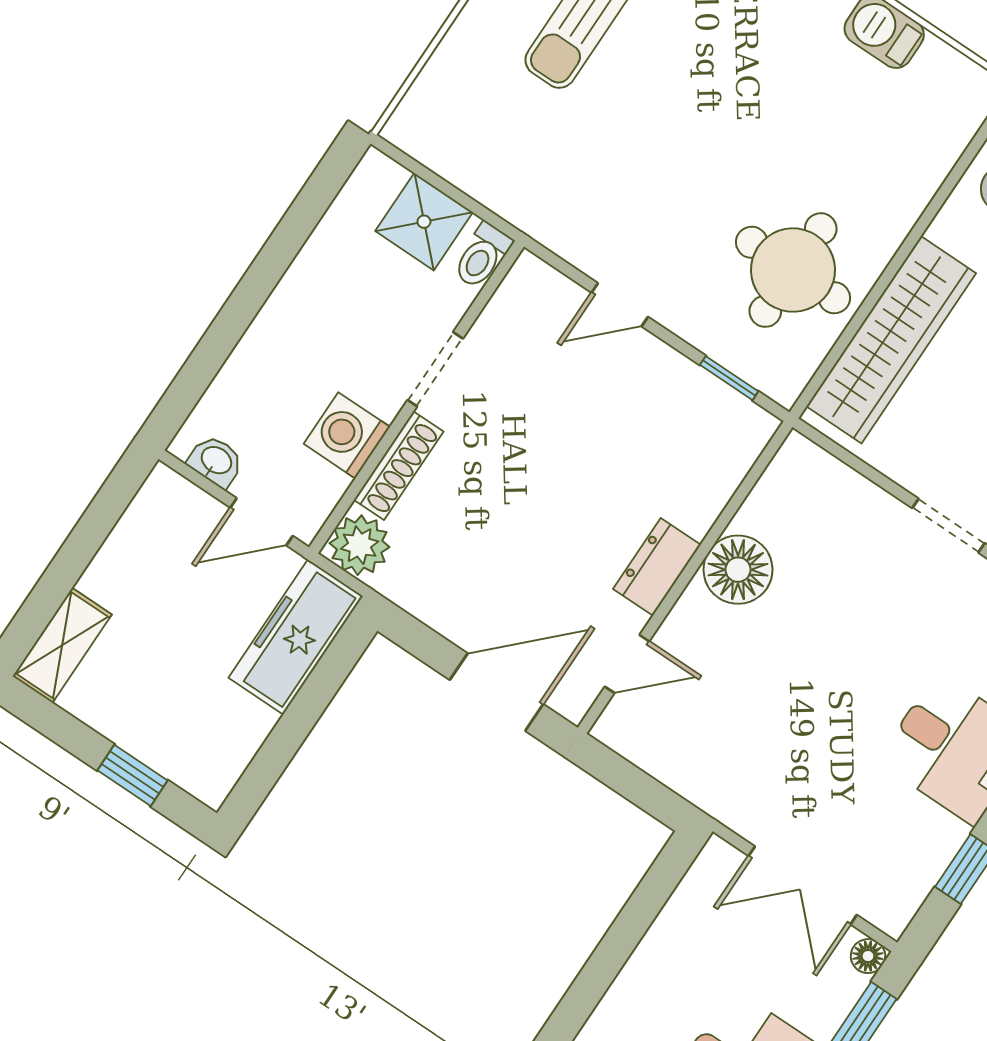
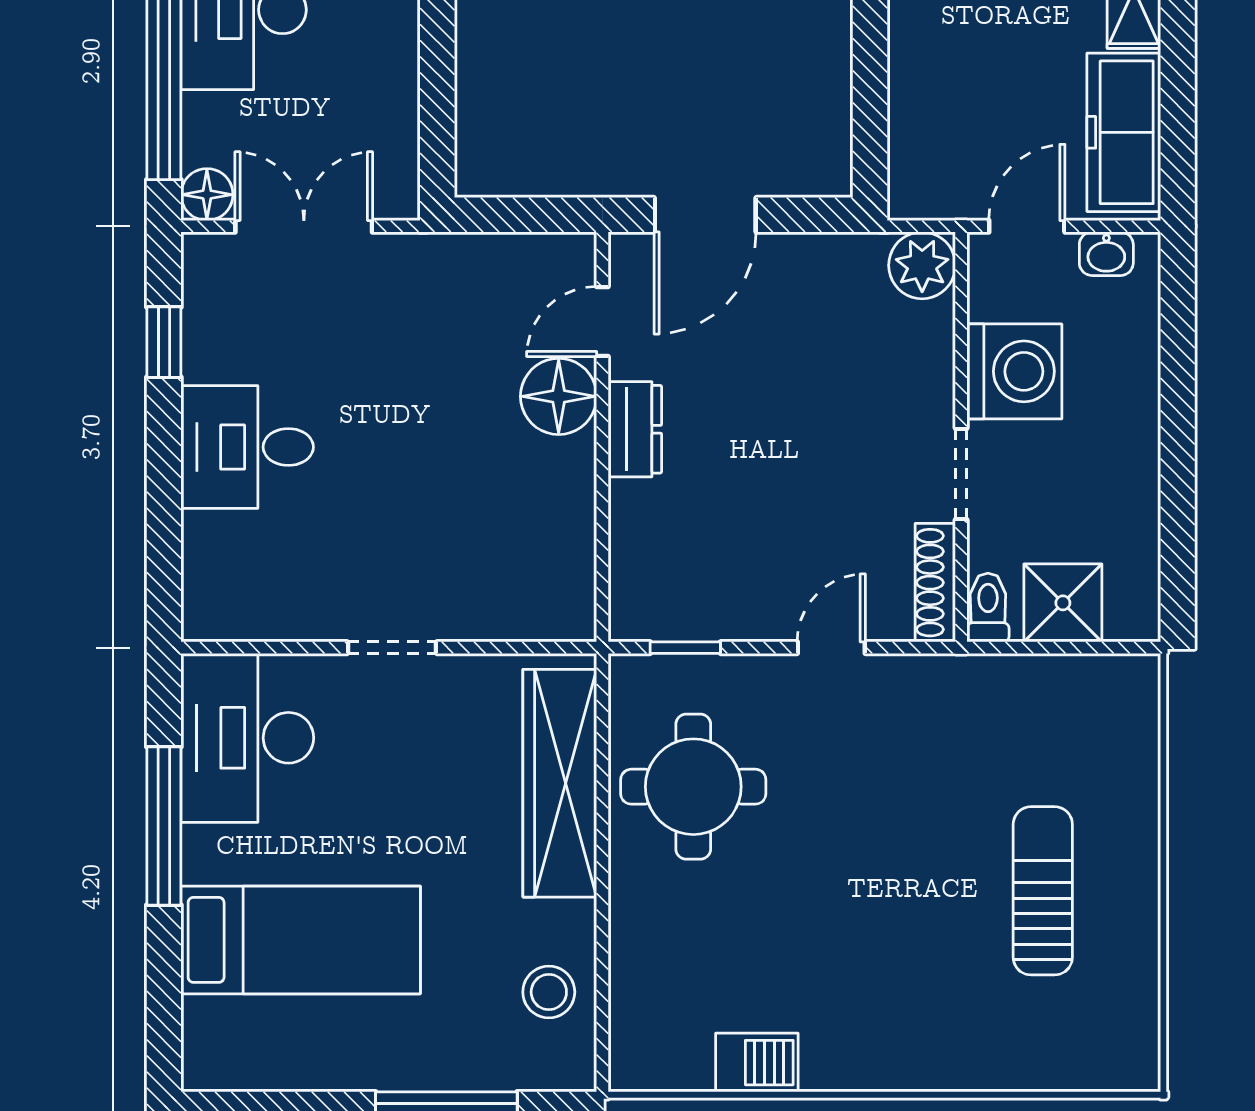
washing machine: (347, 435) -> (1014, 371), width x1.37, depth x1.37
shoe rack: (399, 466) -> (935, 583), moved
floor lamp: (738, 570) -> (559, 396), moved
freezer: (296, 637) -> (1124, 132), moved, turned 180
floor lamp: (868, 956) -> (207, 195), width x1.37, depth x1.37

